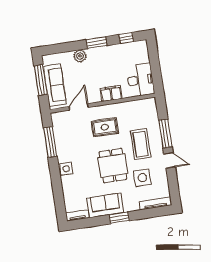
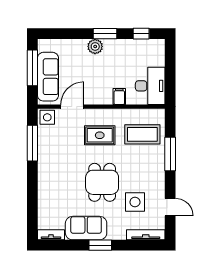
plant: (80, 56) -> (95, 46), moved
filing cabinet: (111, 93) -> (119, 97), width x0.50
coffee table: (141, 144) -> (142, 134), moved, turned 90
door: (170, 160) -> (170, 207), moved
side table: (66, 169) -> (47, 117), moved

